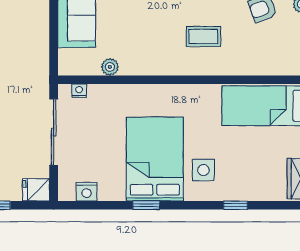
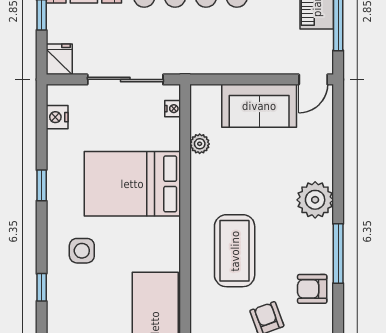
coffee table: (203, 36) -> (235, 251), width x1.86, depth x1.72
bed: (155, 159) -> (132, 184), moved, turned 180

